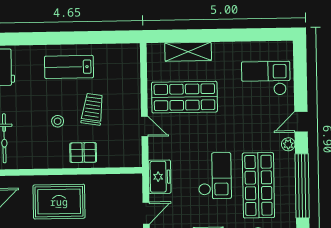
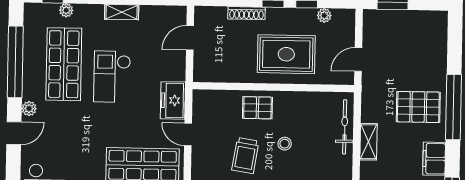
freezer: (160, 177) -> (173, 100), moved

